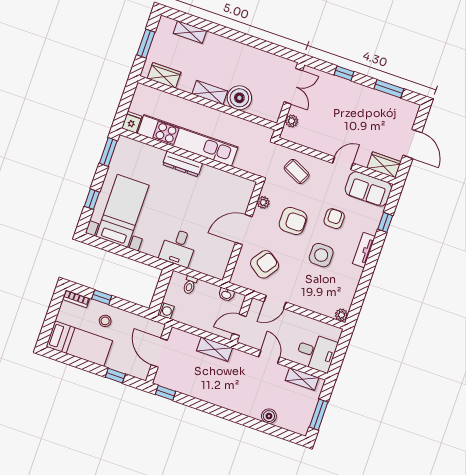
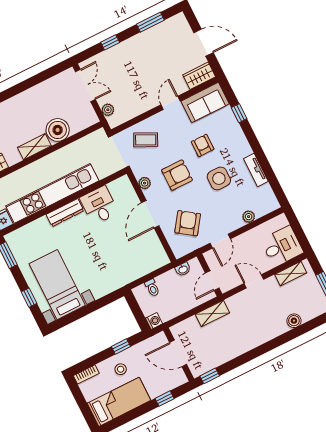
desk: (178, 248) -> (99, 205), moved, turned 180
tv unit: (364, 250) -> (256, 170), moved
window: (102, 297) -> (121, 347), moved
plant: (341, 315) -> (249, 217), moved

